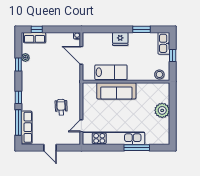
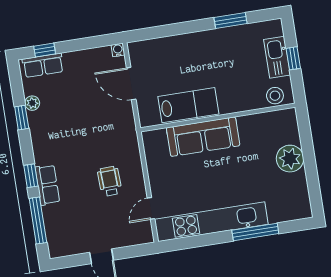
fridge: (120, 39) -> (195, 44), removed
kitchen sink: (164, 43) -> (277, 57), moved
row of seats: (27, 127) -> (47, 185), moved, width x0.68

